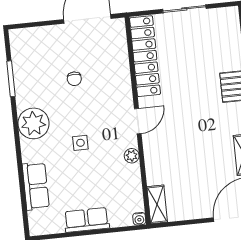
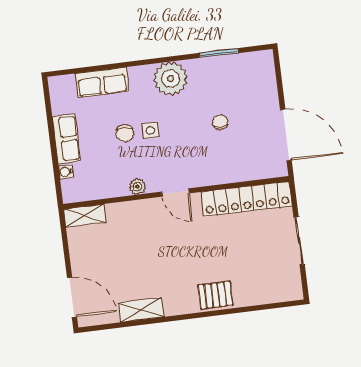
chair: (74, 79) -> (220, 122), turned 90
chair: (83, 166) -> (125, 133), added
water cooler: (139, 219) -> (66, 172), moved

